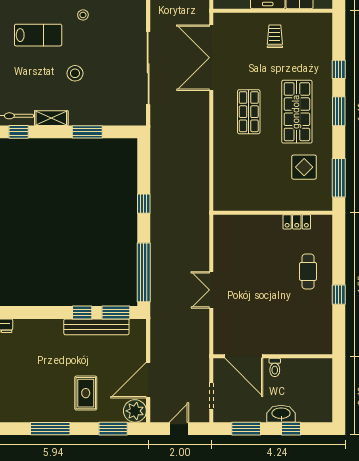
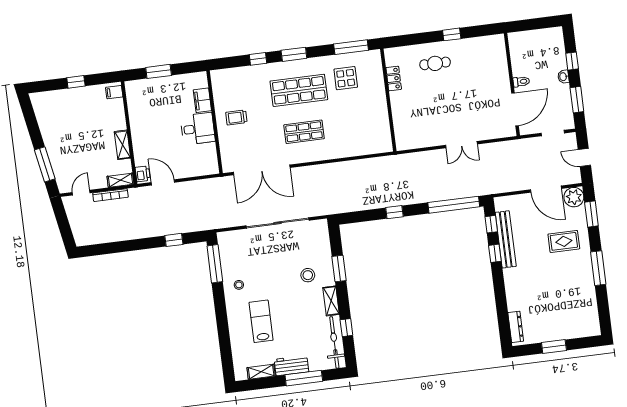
stool: (75, 73) -> (308, 275), moved
window: (116, 312) -> (491, 224), width x0.67
washbasin: (281, 414) -> (563, 77), width x0.52, depth x0.69

